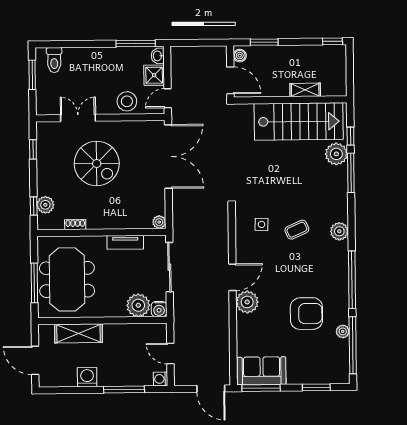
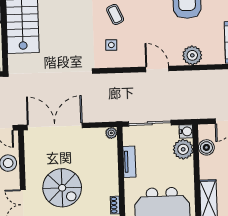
spiral stairs: (97, 163) -> (62, 188), turned 90
plant: (247, 302) -> (192, 55), moved
boiler: (140, 332) -> (206, 147), added

